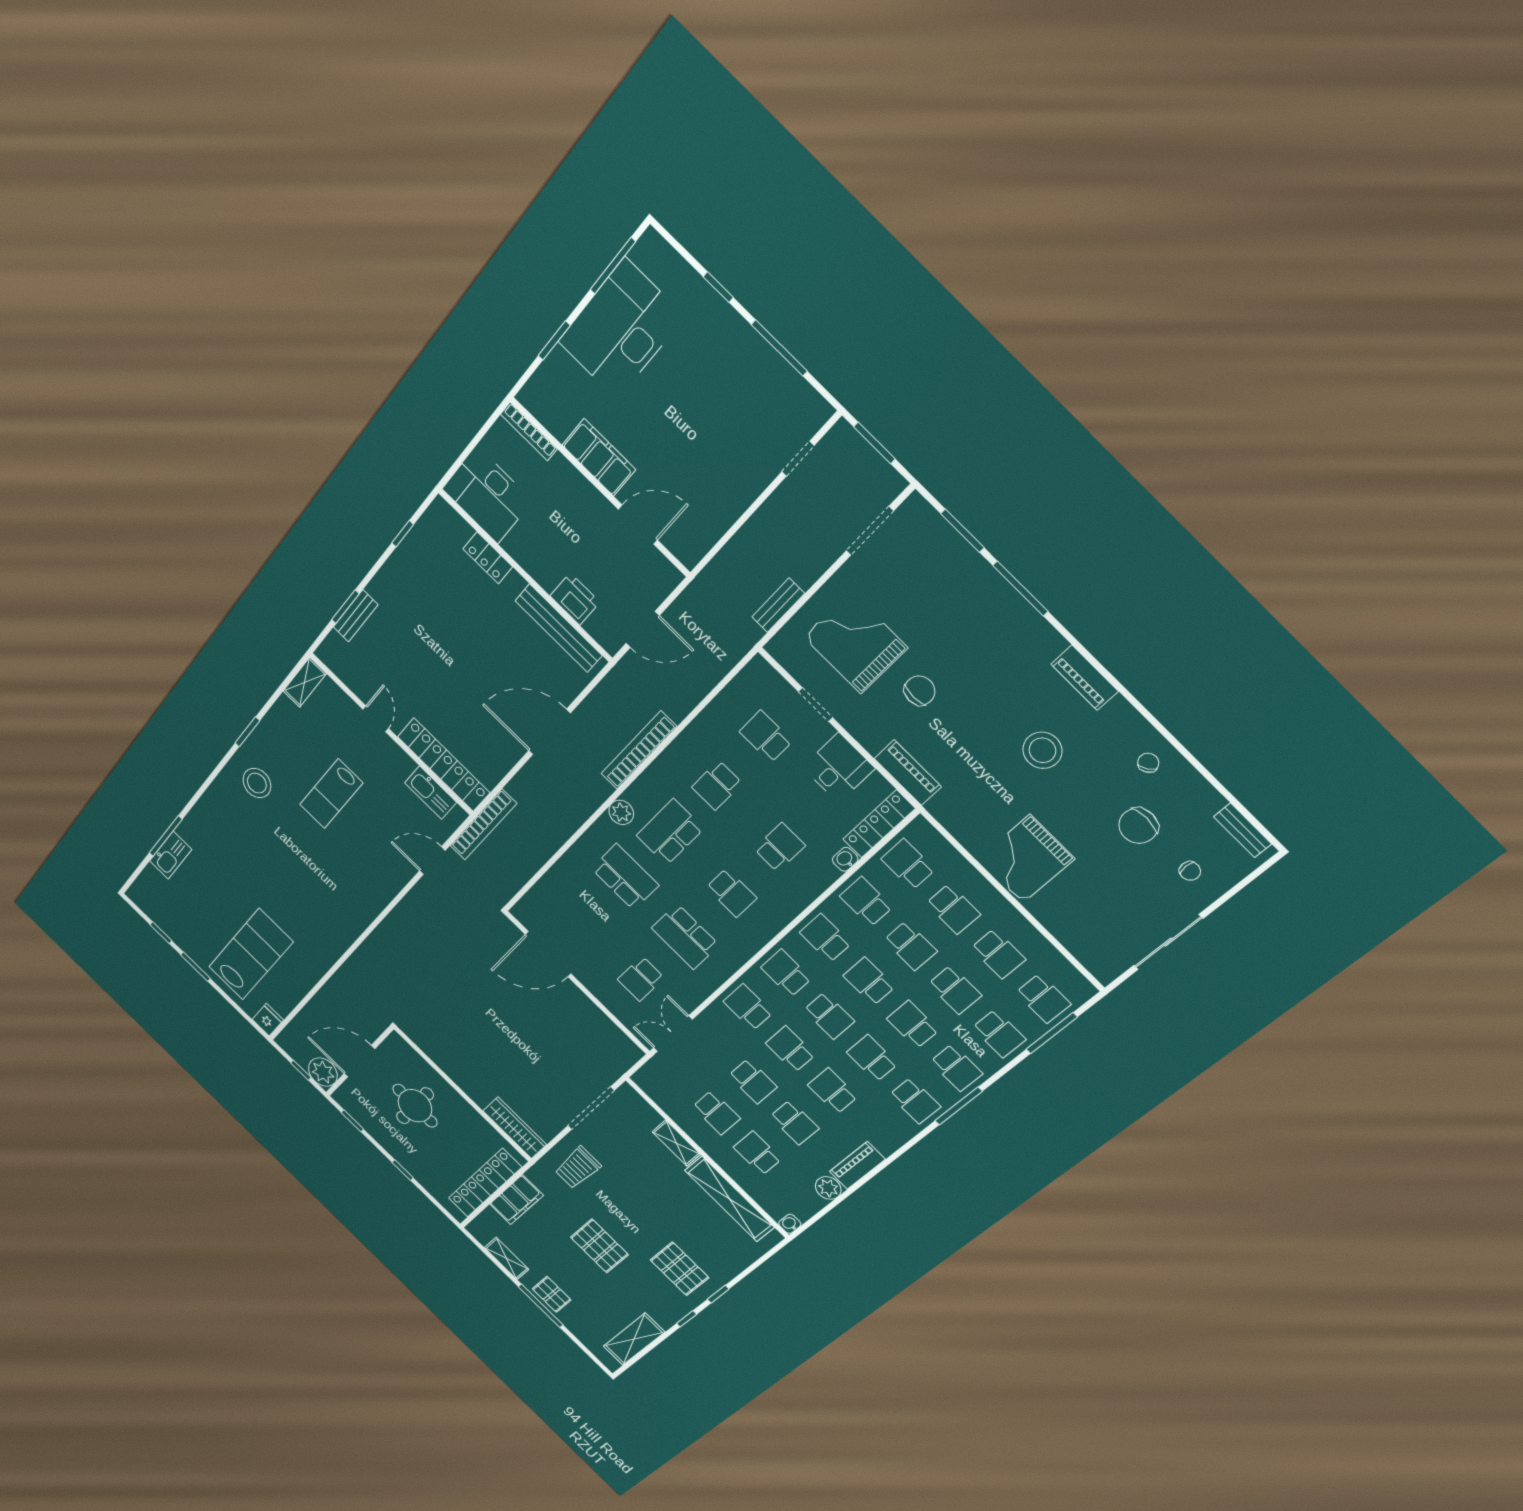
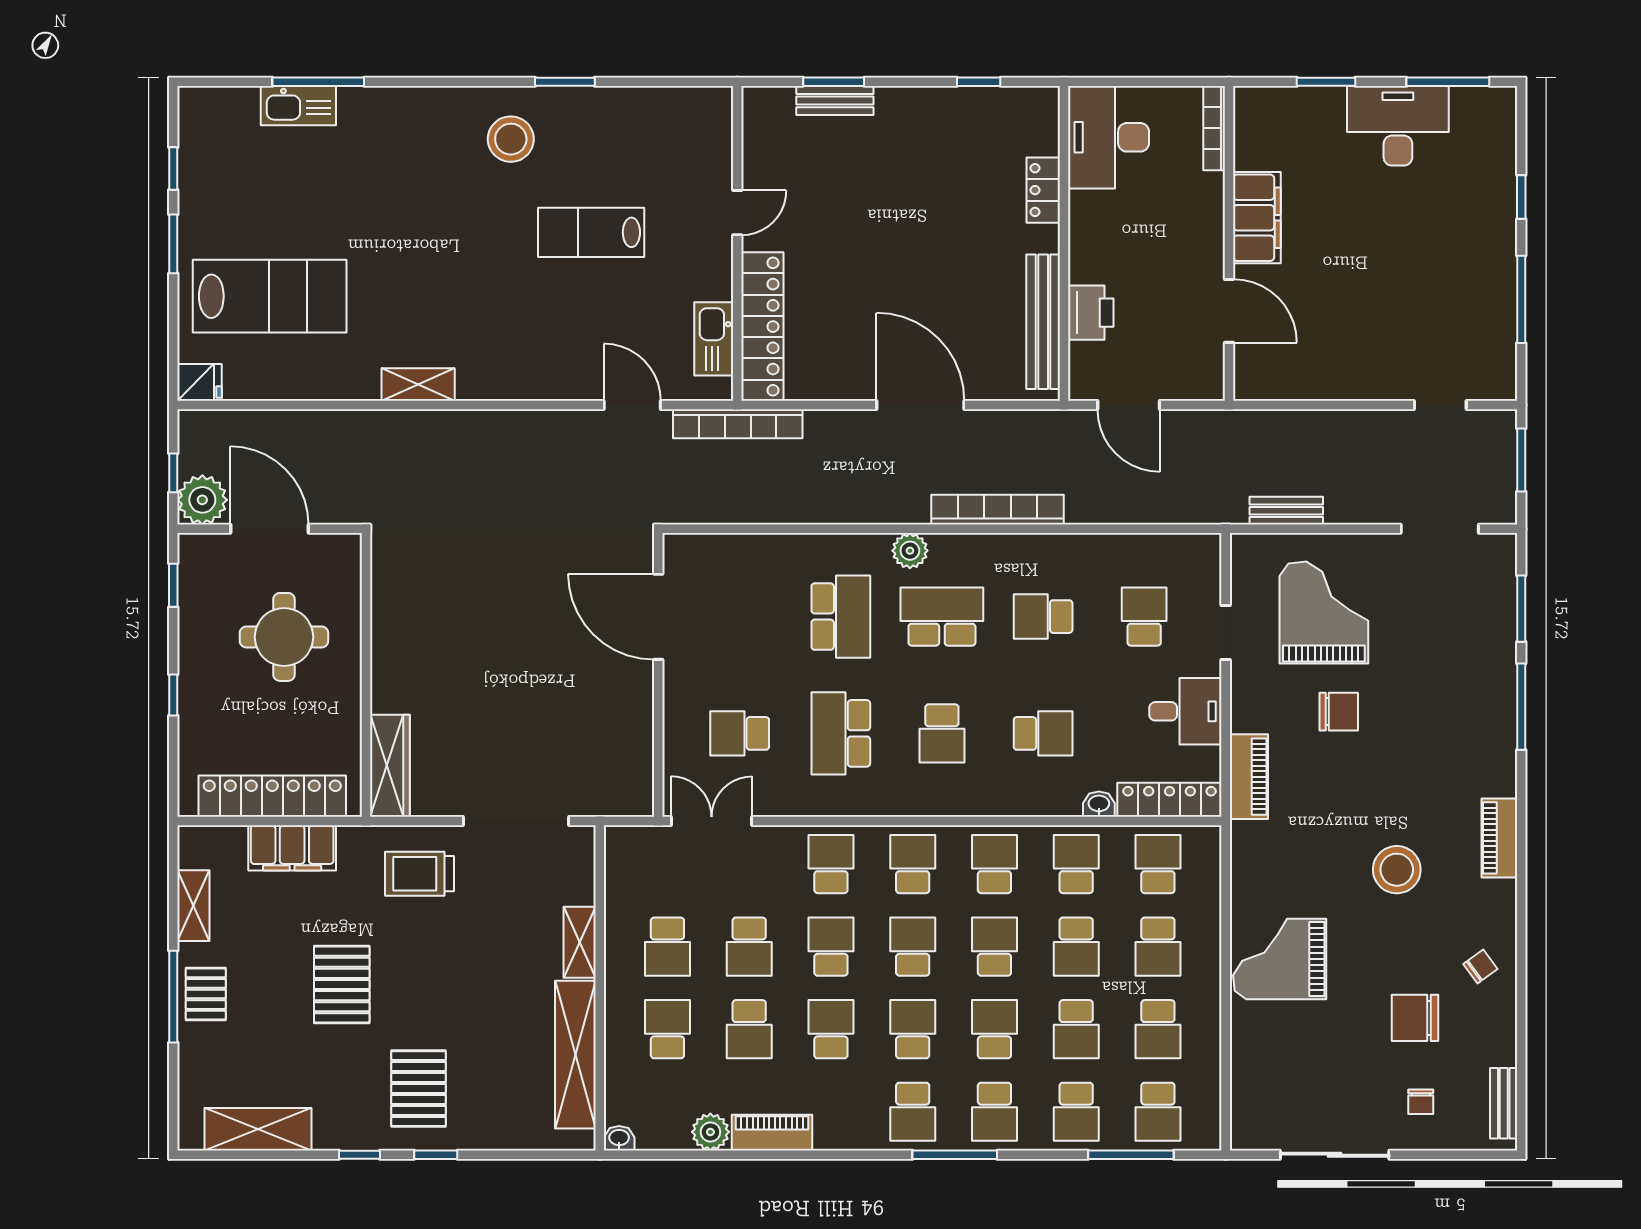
desk: (621, 329) -> (1398, 126), width x0.73, depth x0.77
shelving: (305, 682) -> (418, 385), moved
school desk: (829, 1016) -> (913, 947), turned 180

